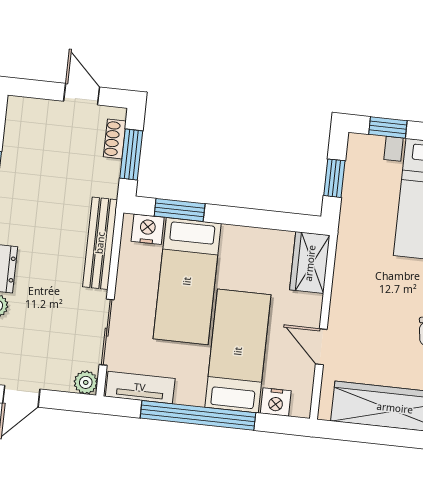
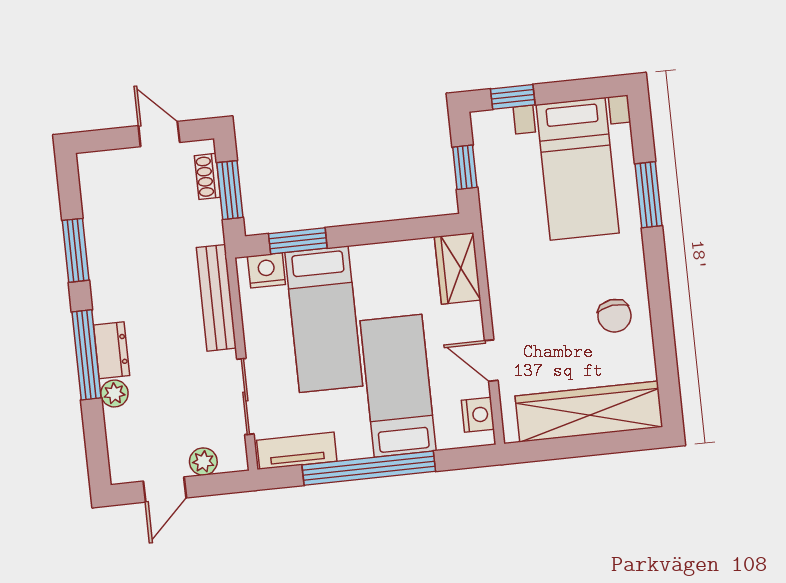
plant: (86, 382) -> (203, 462), moved
nightstand: (276, 402) -> (478, 415), moved, turned -90

